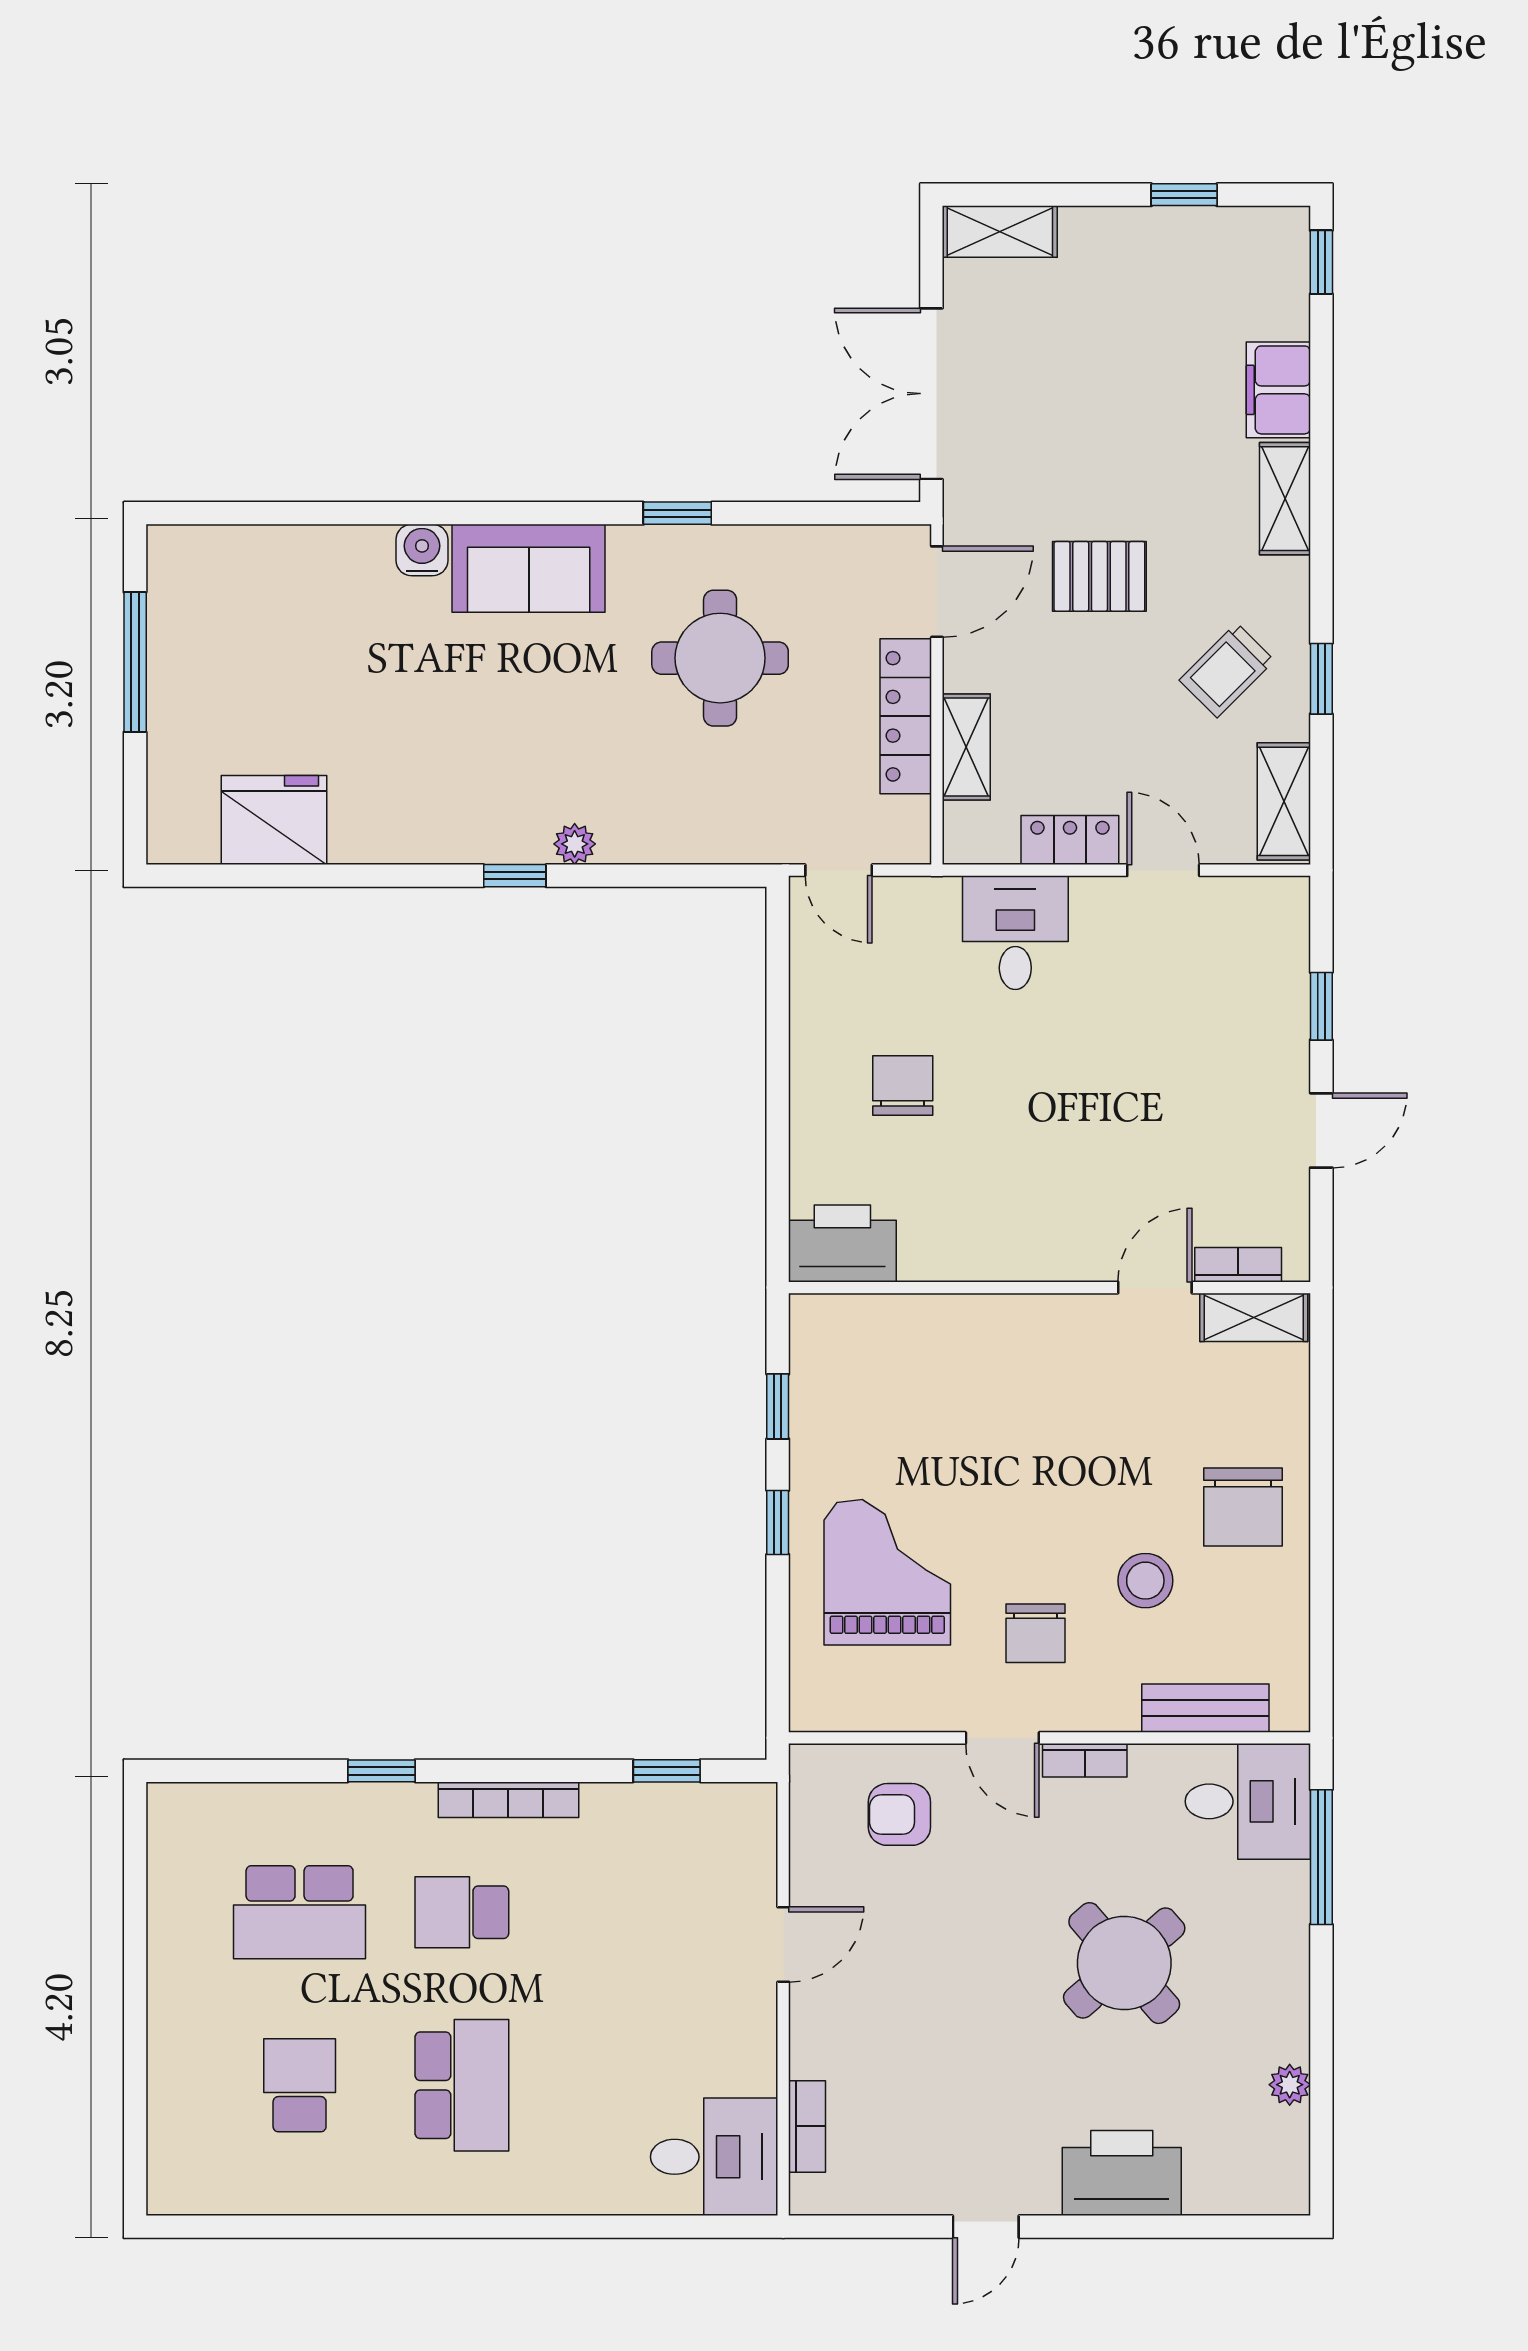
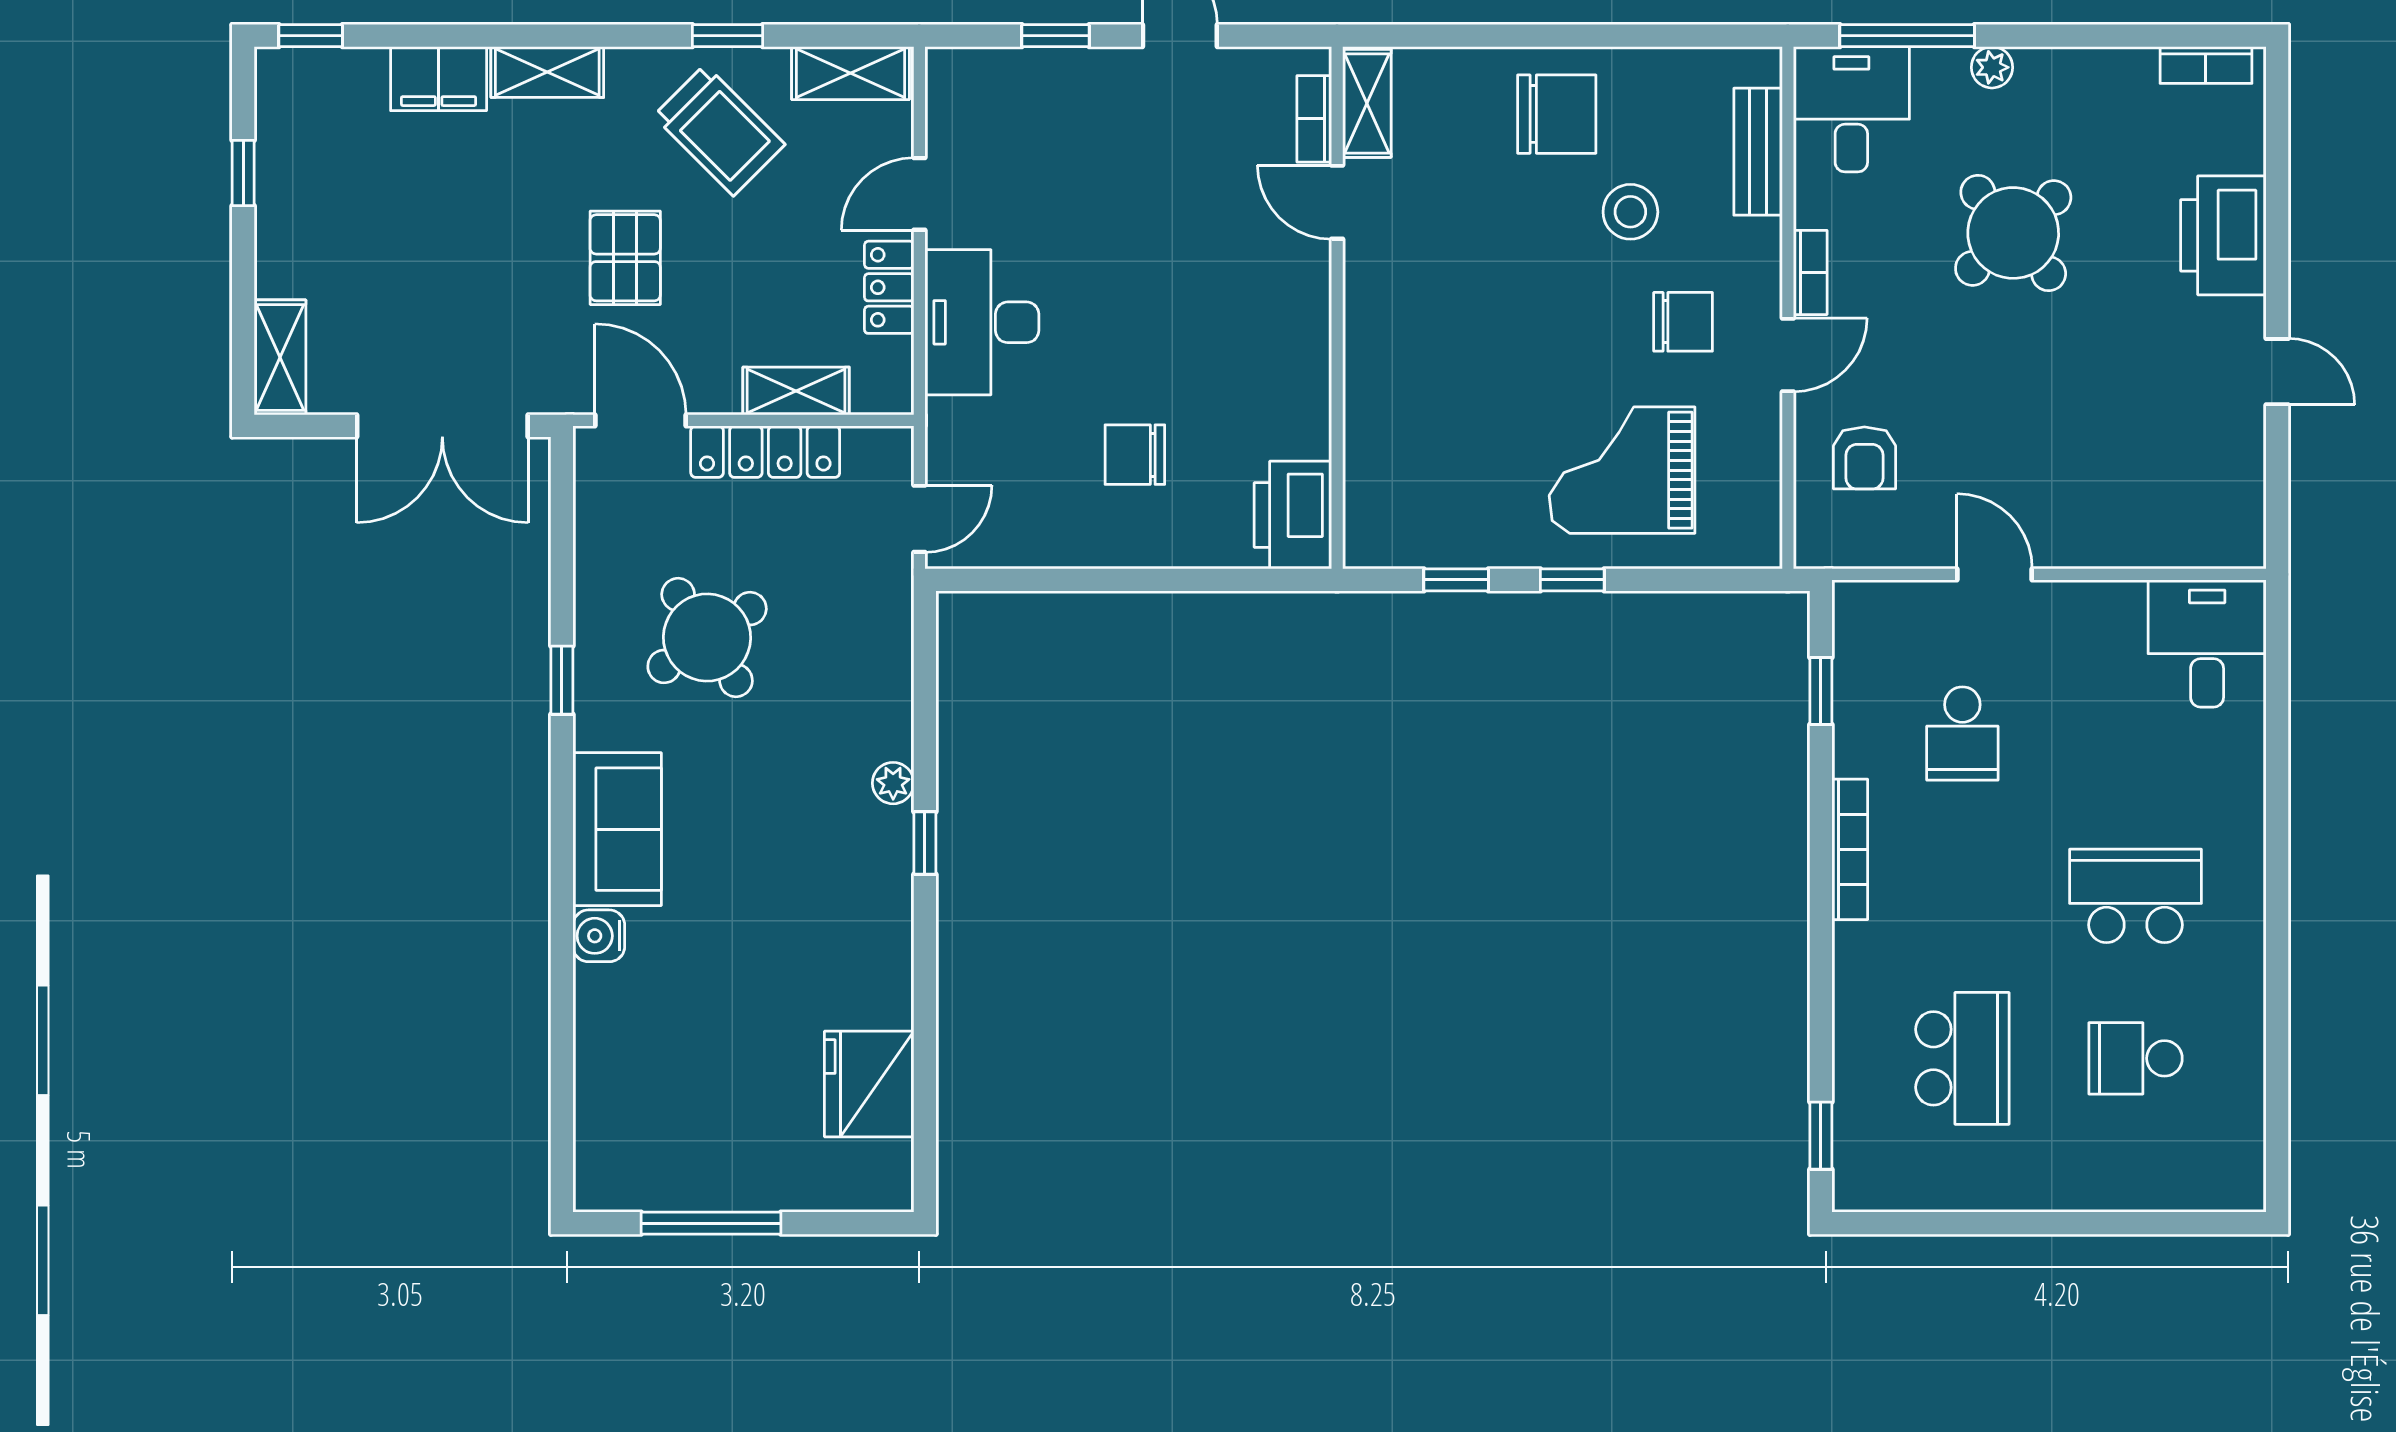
round table: (720, 658) -> (707, 638), turned -34
trolley: (1227, 670) -> (719, 130), width x1.36, depth x1.39
desk: (1015, 933) -> (982, 322), width x1.37
window: (381, 1771) -> (1821, 1136), moved
school desk: (462, 1912) -> (1962, 734), moved
plant: (1290, 2085) -> (1992, 67), moved
bookcase: (807, 2126) -> (2206, 65), moved, turned 180

